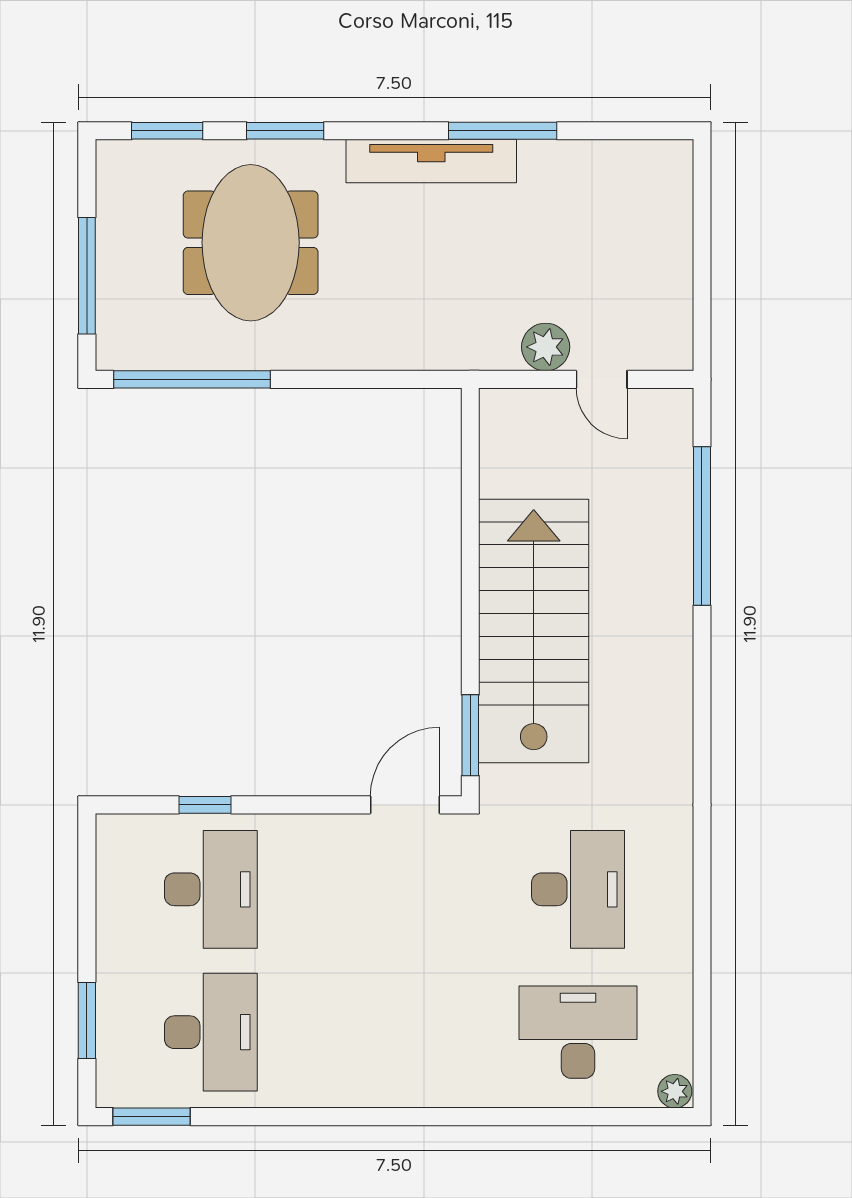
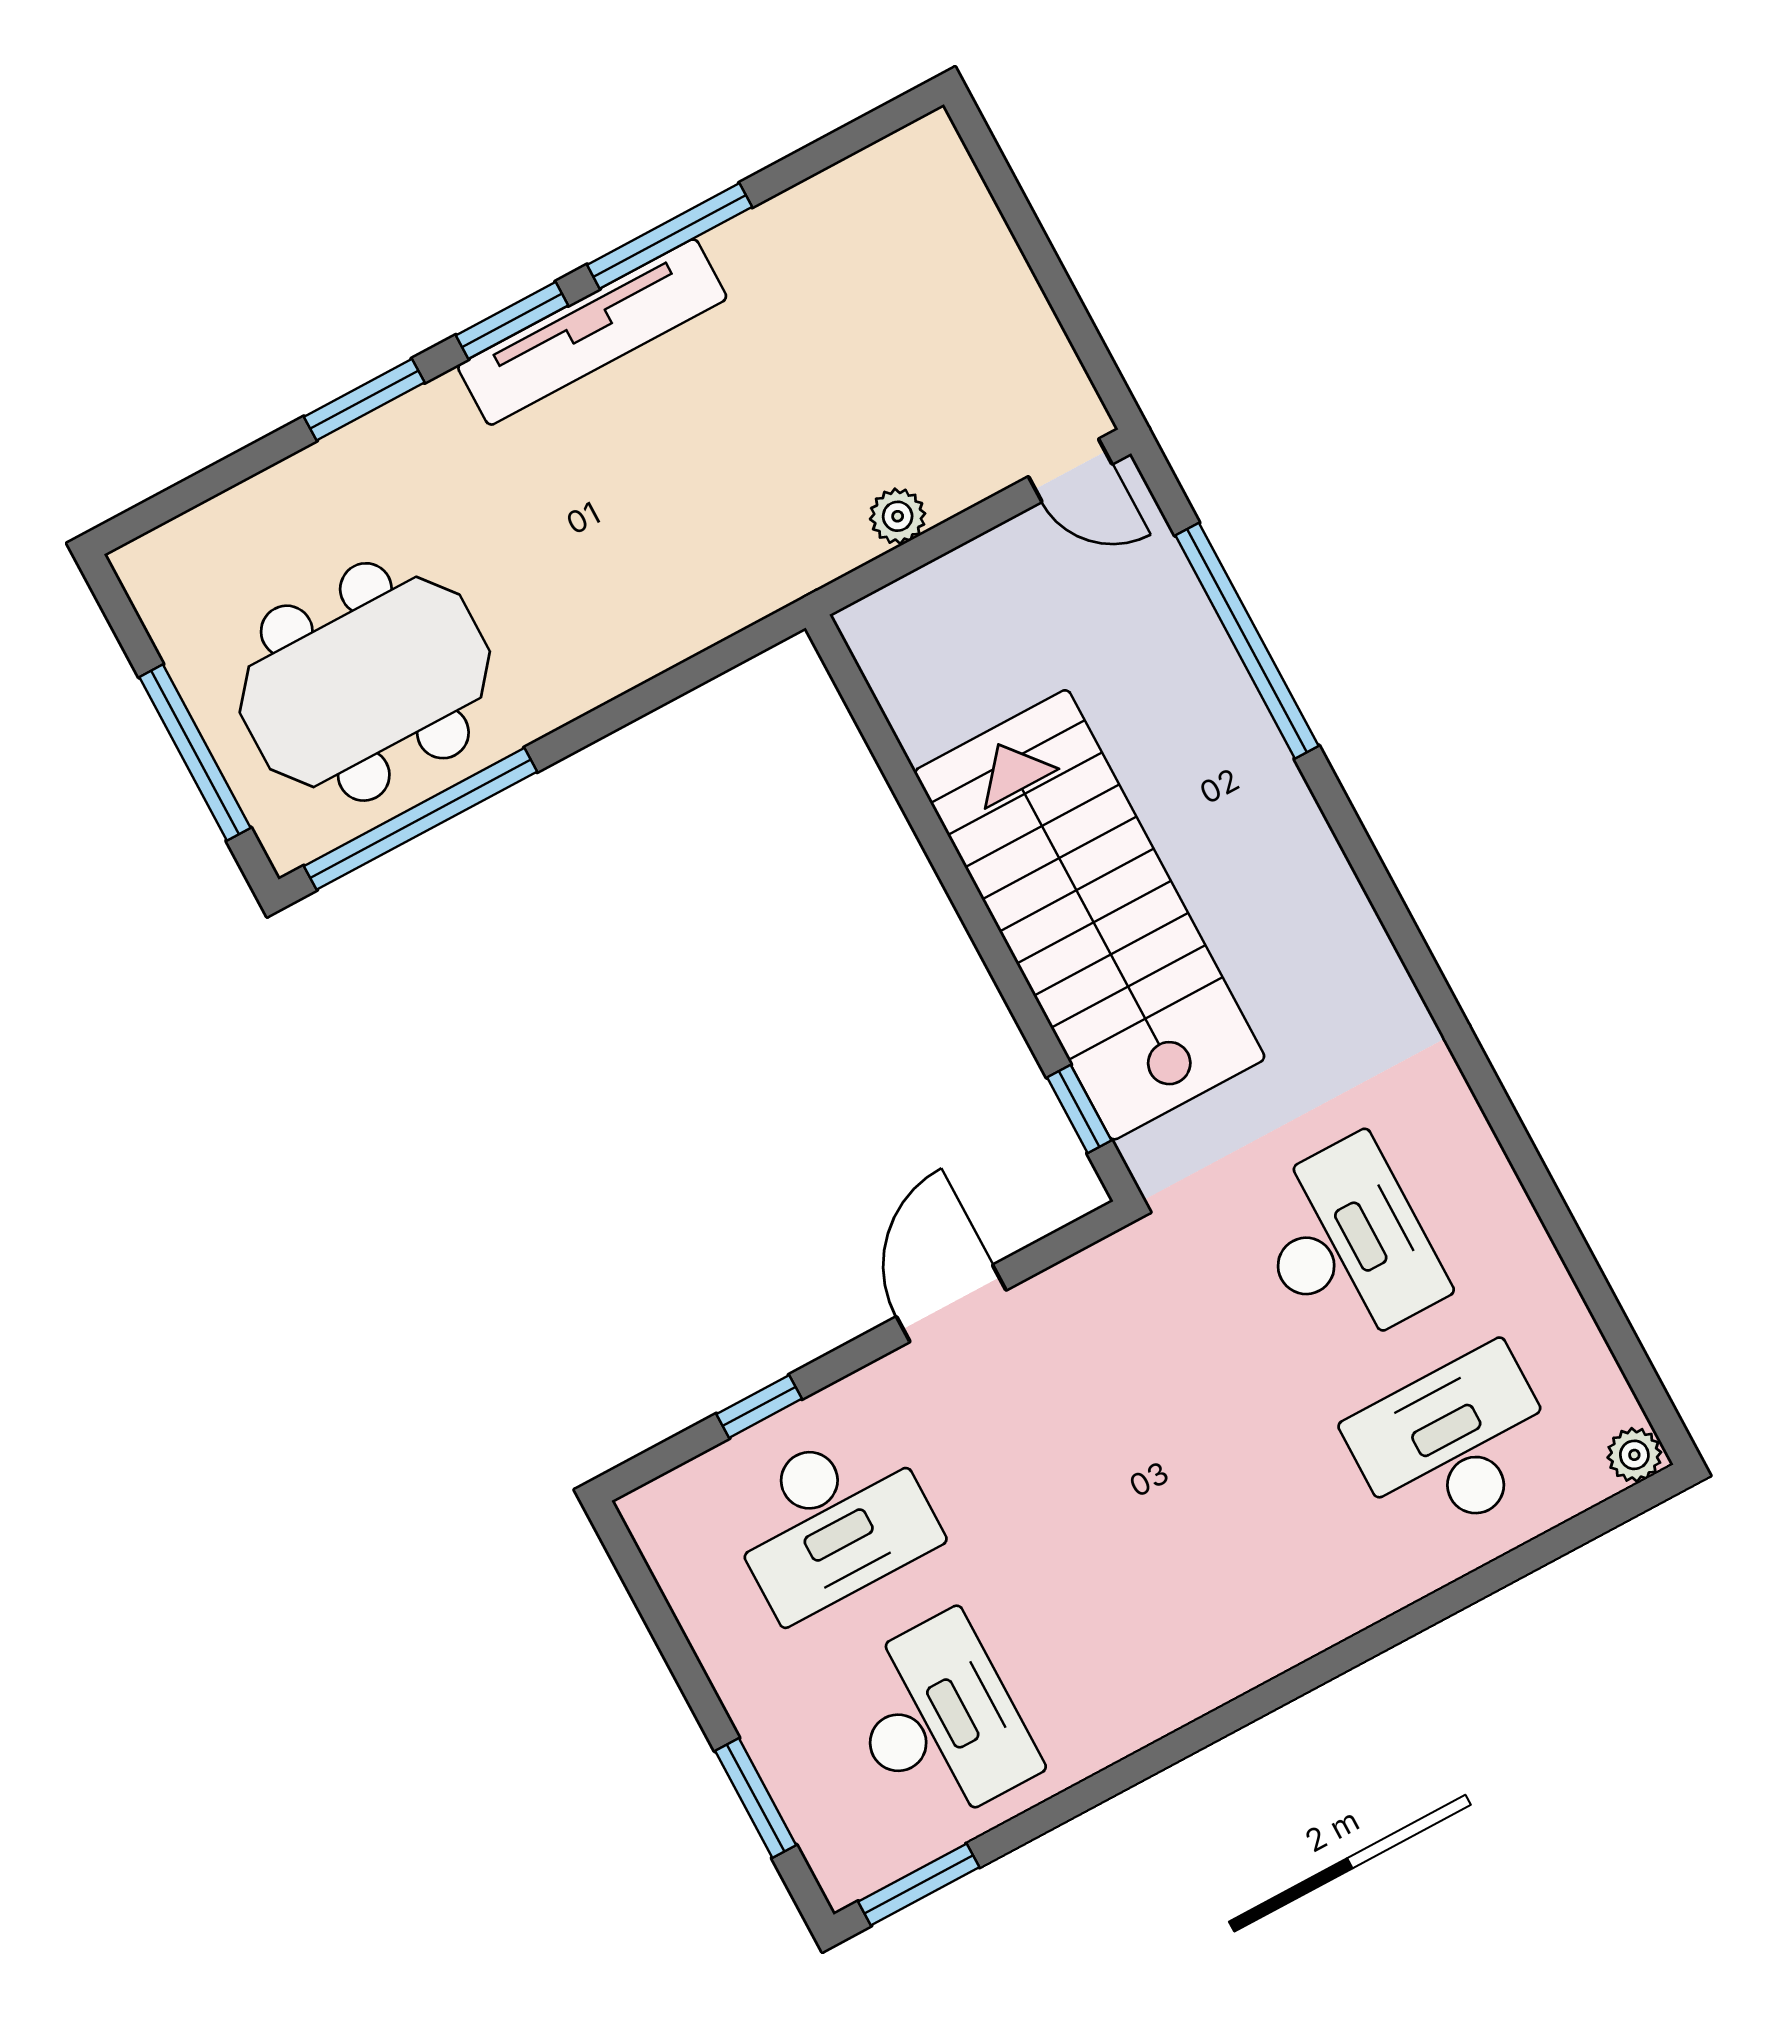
window: (167, 131) -> (512, 320), moved
meeting table: (251, 243) -> (365, 682), moved, turned 90
plant: (546, 347) -> (898, 516), width x0.73, depth x0.73
door: (602, 379) -> (1070, 470), moved
window: (470, 735) -> (1079, 1109), width x0.67
door: (405, 805) -> (951, 1303), moved
desk: (211, 889) -> (831, 1521), turned 90

